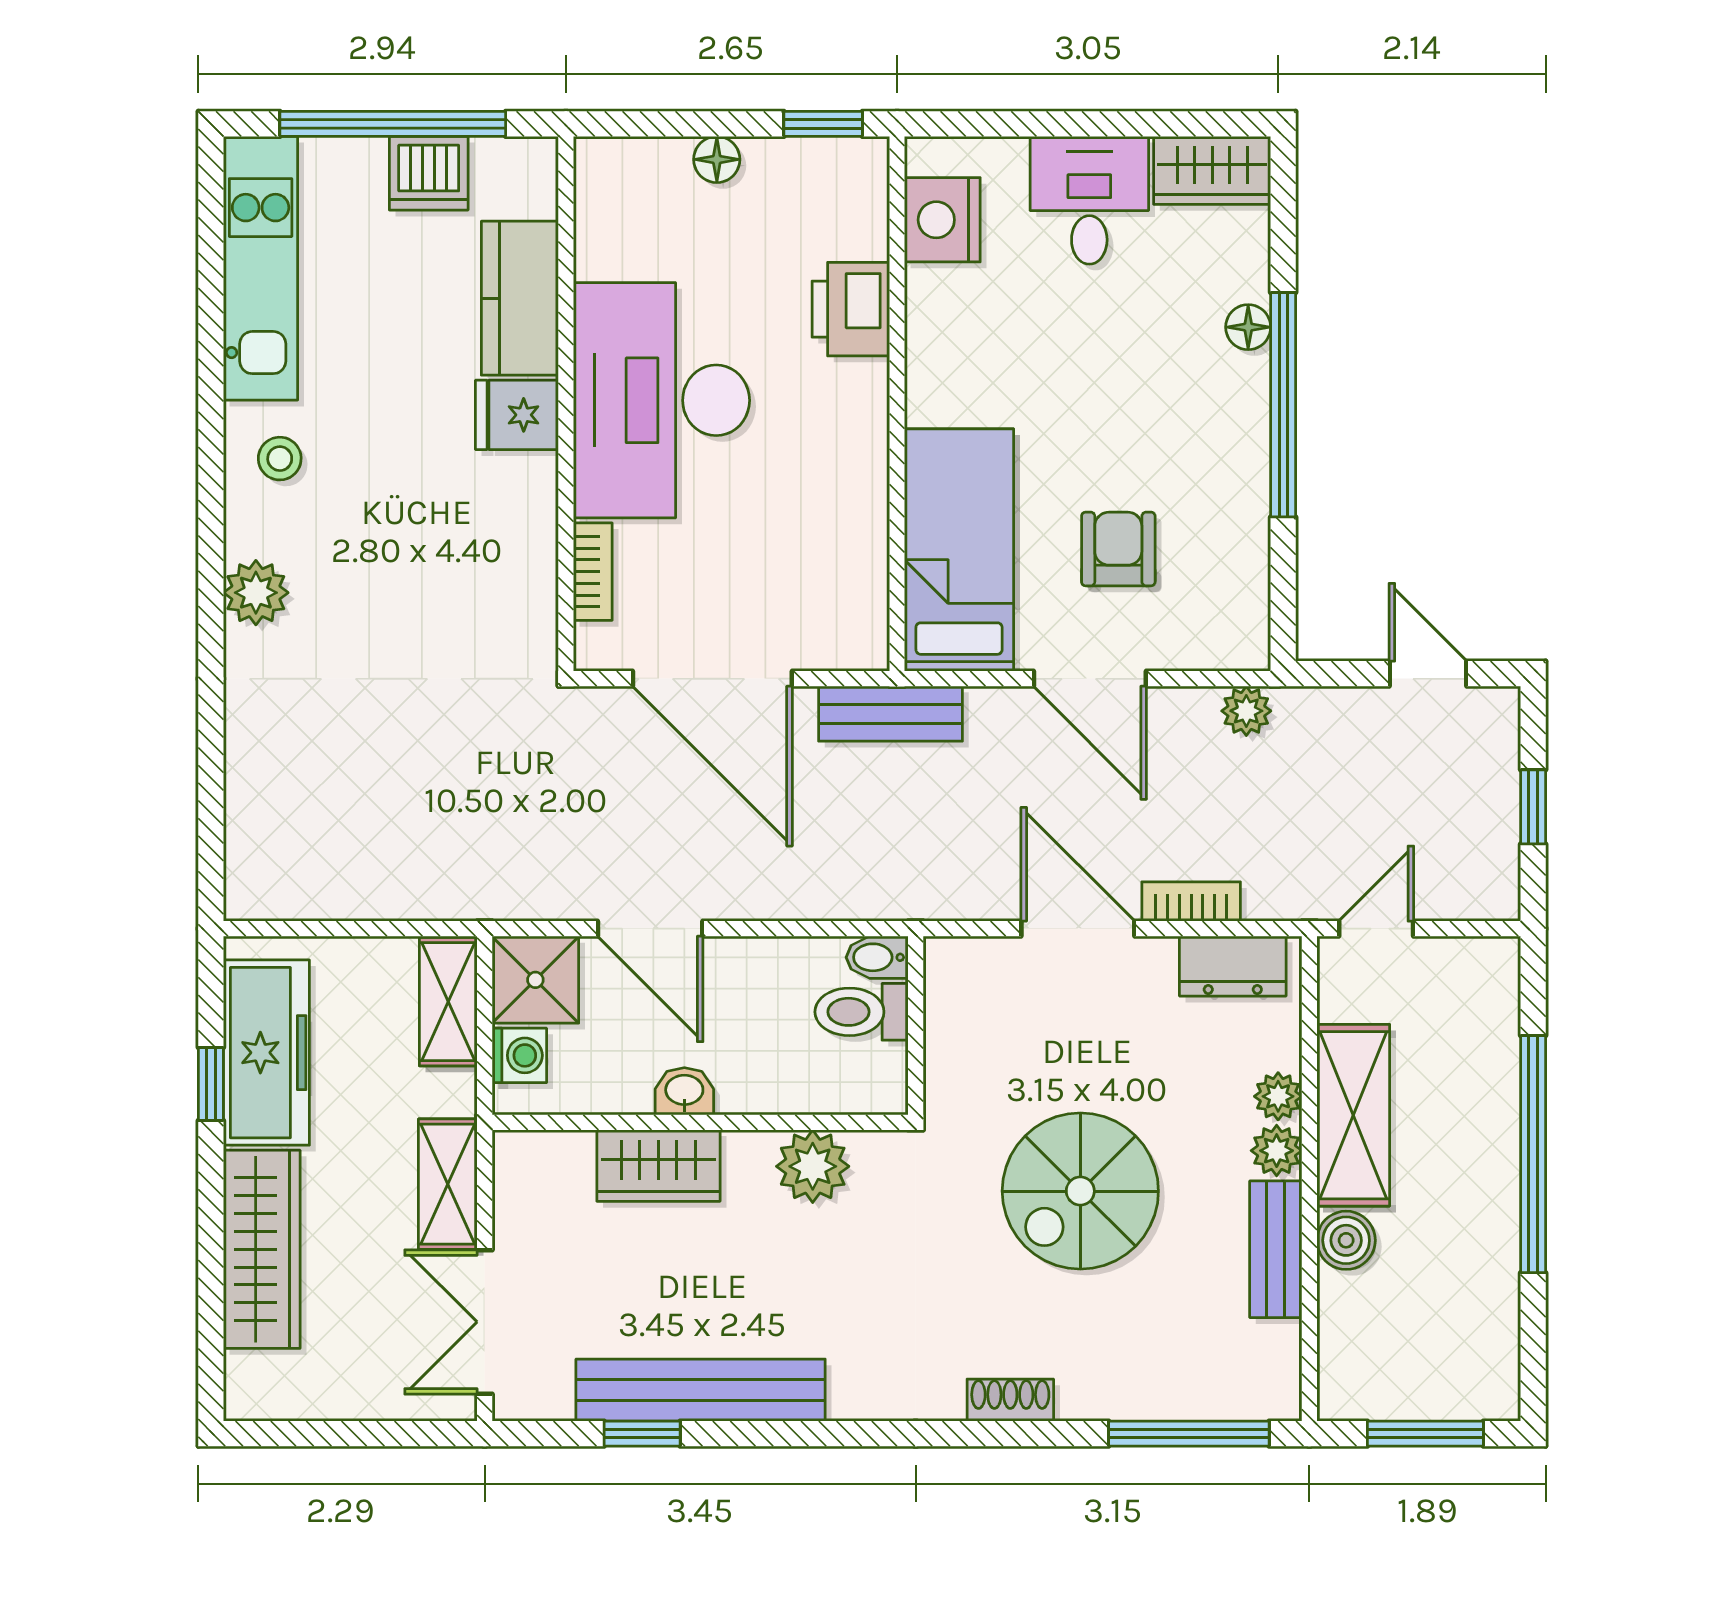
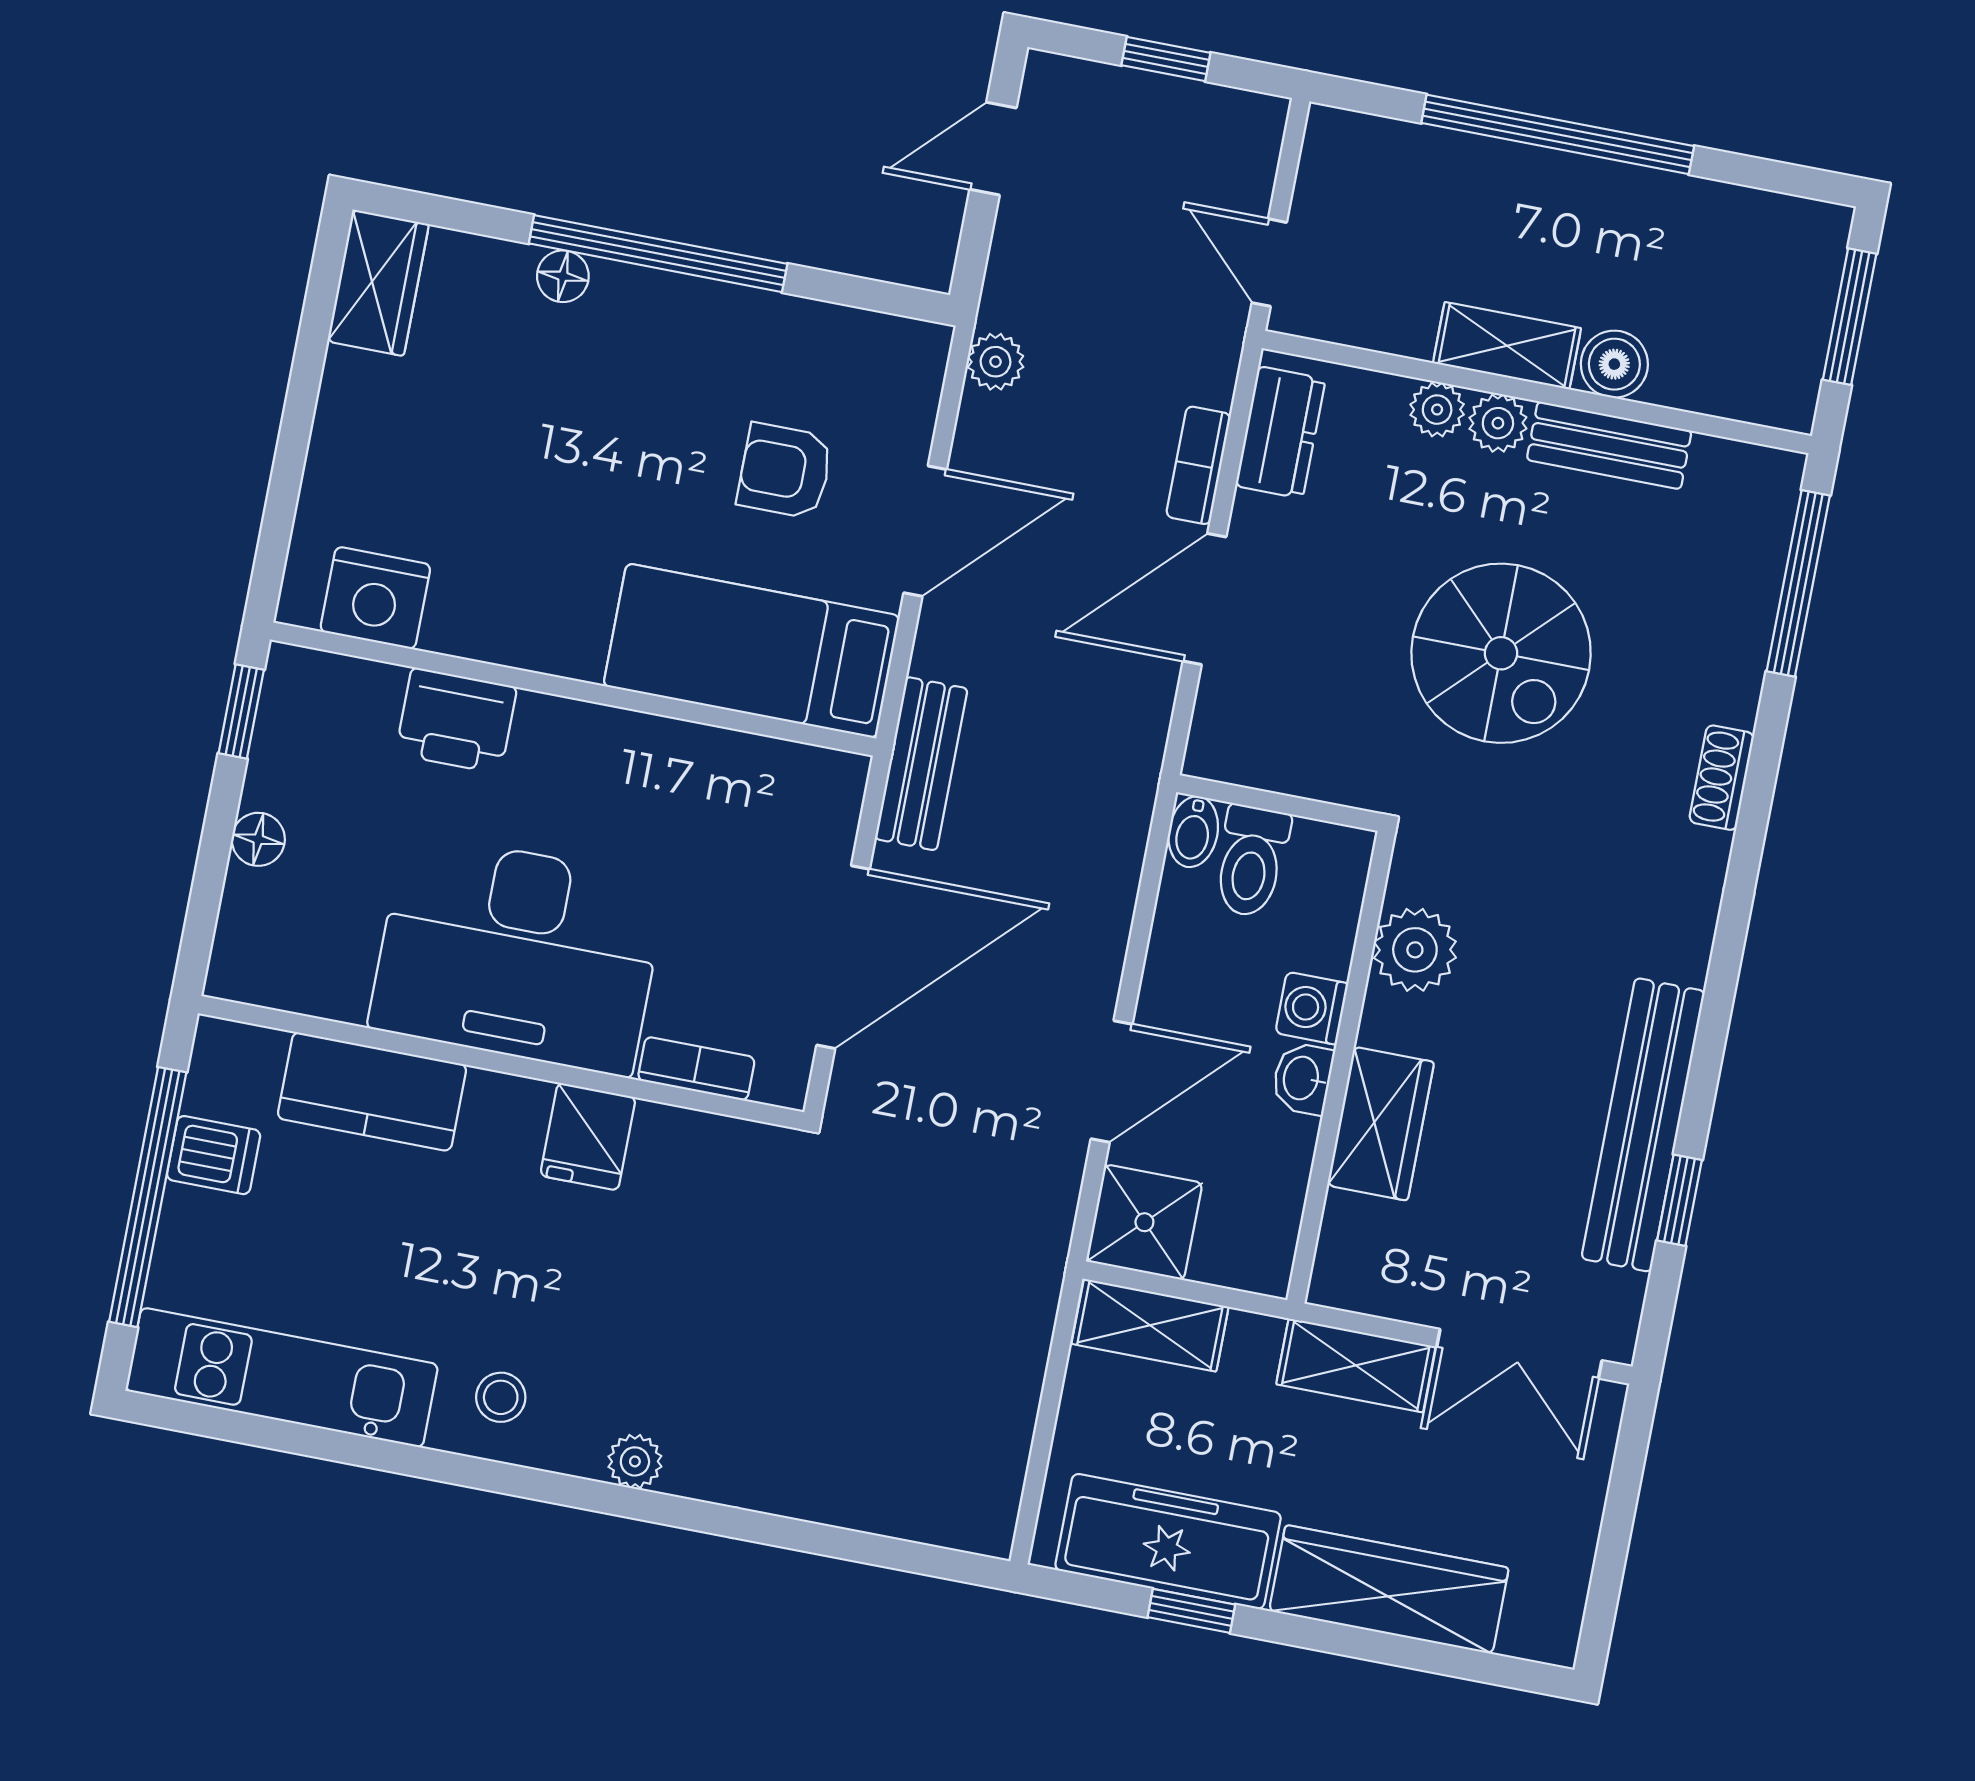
dishwasher: (429, 173) -> (214, 1155), width x0.73
desk: (1089, 200) -> (385, 428), removed
fridge: (517, 415) -> (588, 1137), moved
plant: (256, 593) -> (635, 1461), width x0.73, depth x0.73
washing machine: (519, 1055) -> (1312, 1008), moved, turned -90
shelving: (1353, 1115) -> (1507, 346), width x0.67, depth x0.75

